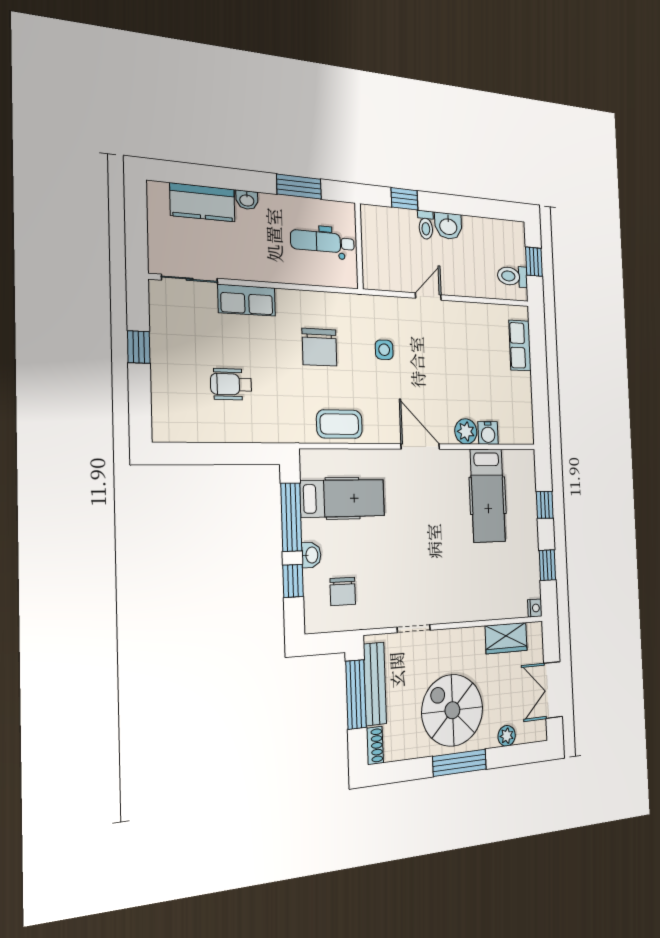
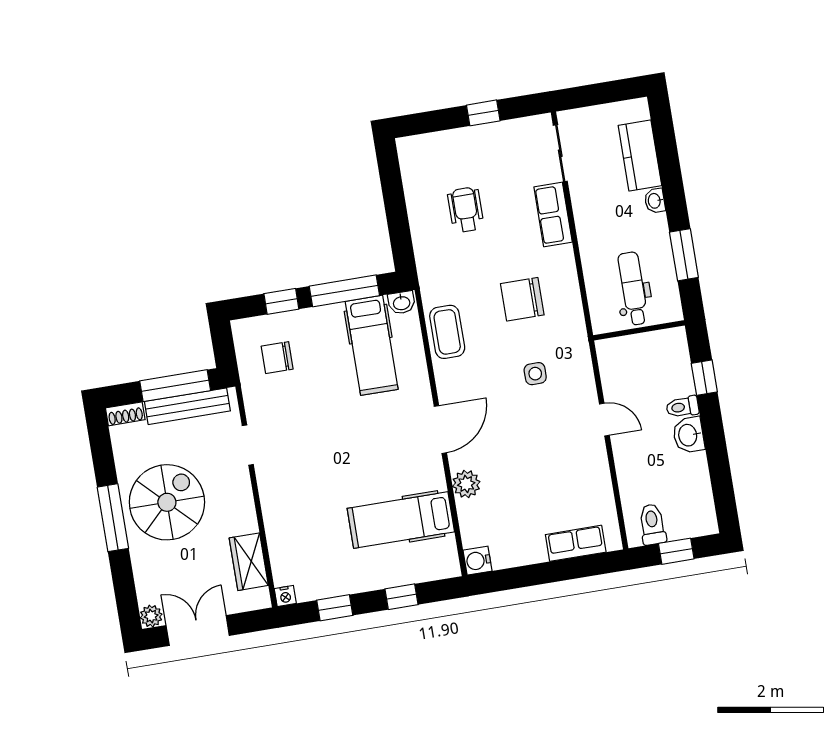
water cooler: (488, 433) -> (477, 561), moved
washbasin: (311, 555) -> (401, 303), moved
plant: (507, 736) -> (151, 616), moved

